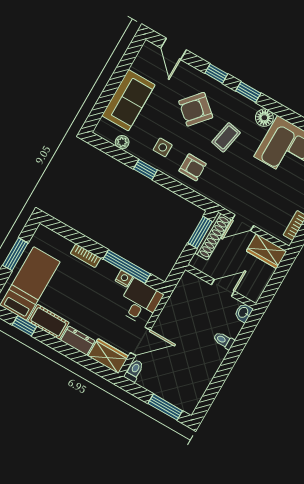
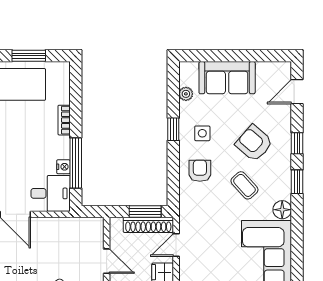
coffee table: (226, 137) -> (244, 185), turned 37
armchair: (193, 167) -> (200, 171), turned 180
door: (243, 223) -> (176, 245), hinge flipped

